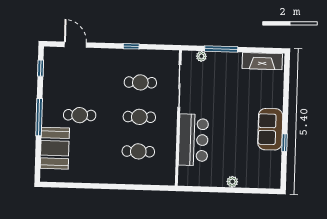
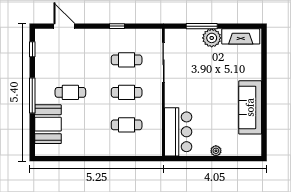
plant: (201, 56) -> (212, 38), moved, width x1.88, depth x1.88
sofa: (270, 129) -> (250, 107), width x1.36
bar counter: (193, 140) -> (178, 132), moved
window: (285, 143) -> (264, 113), removed

